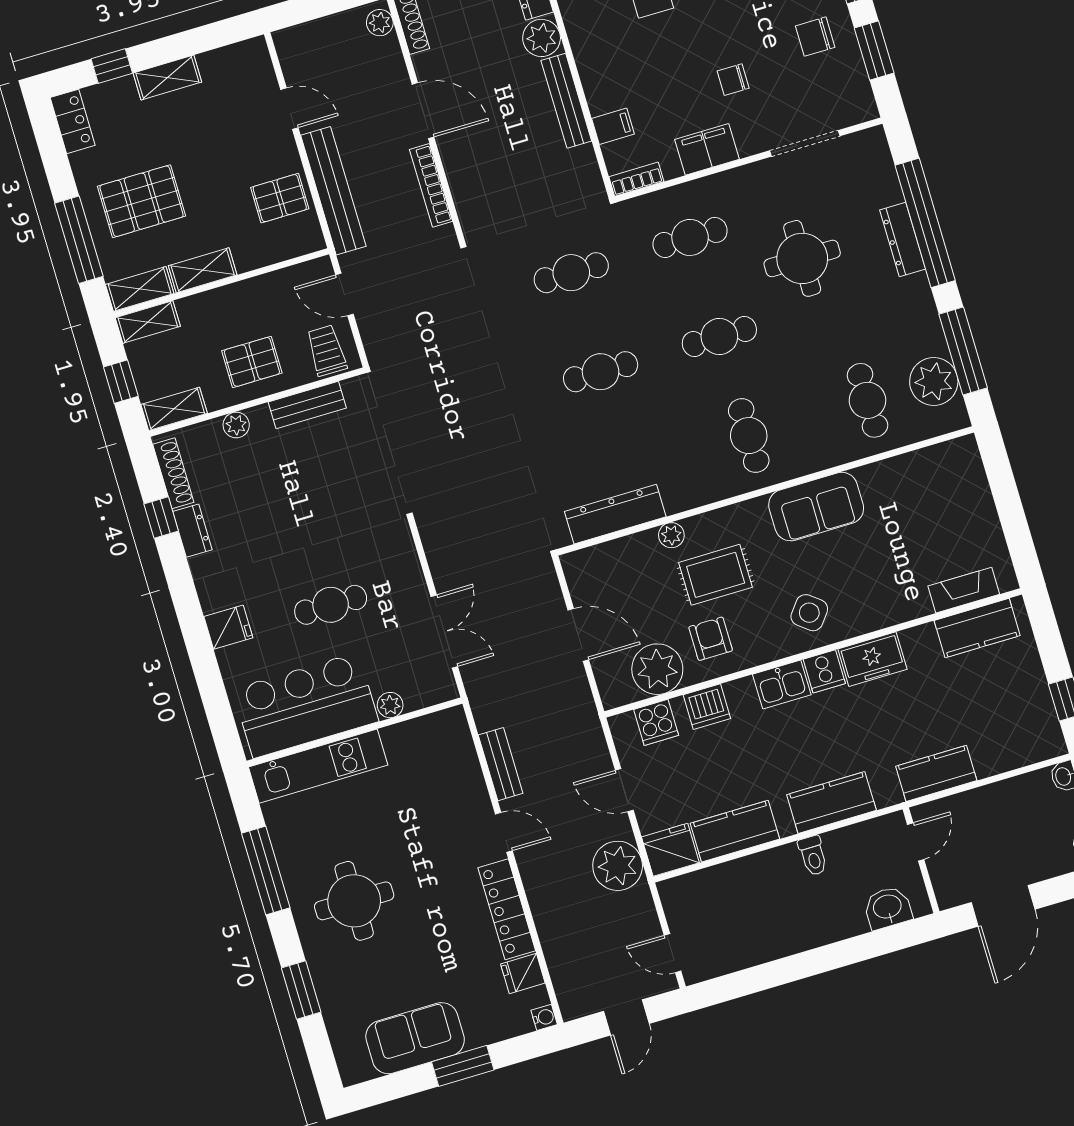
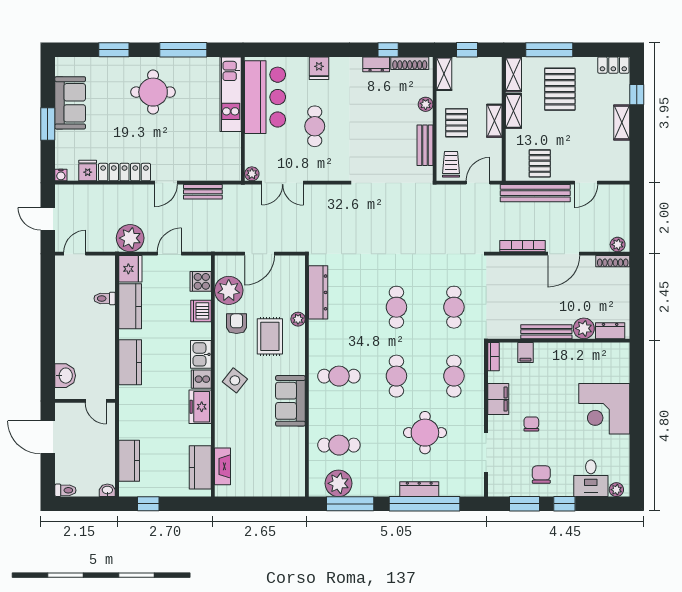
shelving: (148, 322) -> (494, 121), moved
trolley: (327, 351) -> (451, 164), turned -90
armchair: (711, 639) -> (237, 324), turned -90
plant: (390, 705) -> (252, 174), moved
kitchen counter: (936, 773) -> (129, 461), moved
toilet: (813, 856) -> (105, 298), moved

